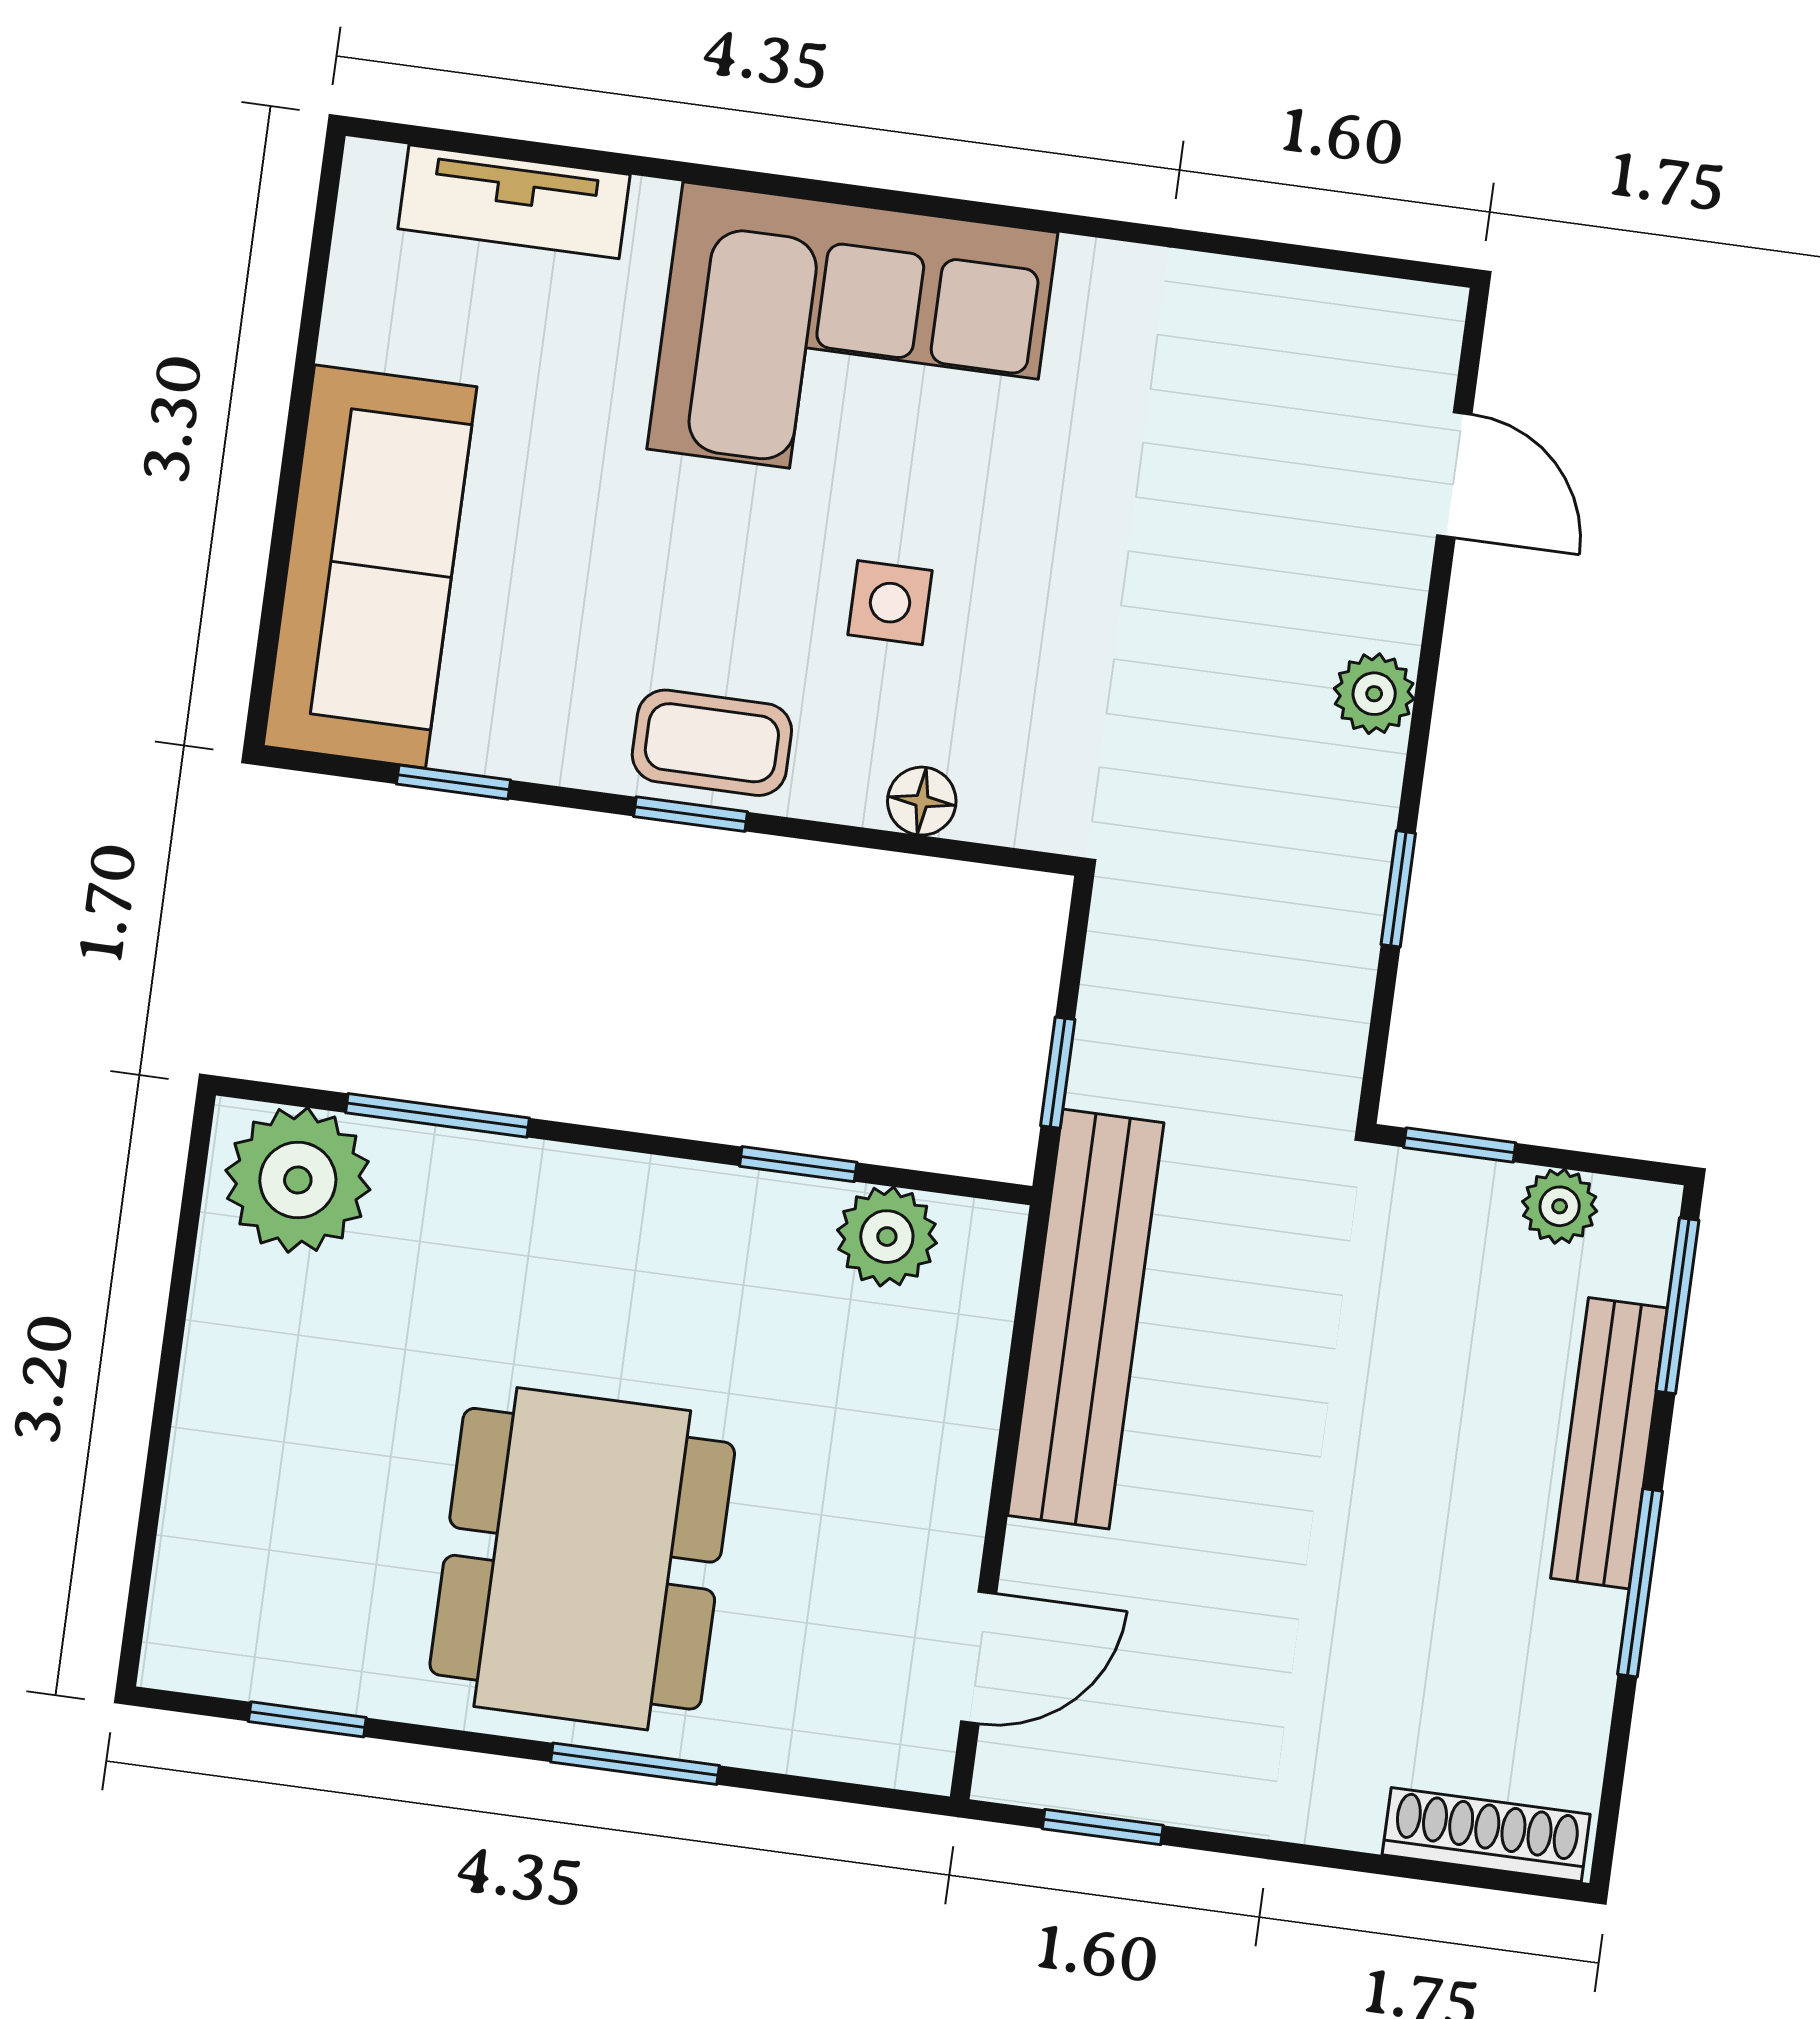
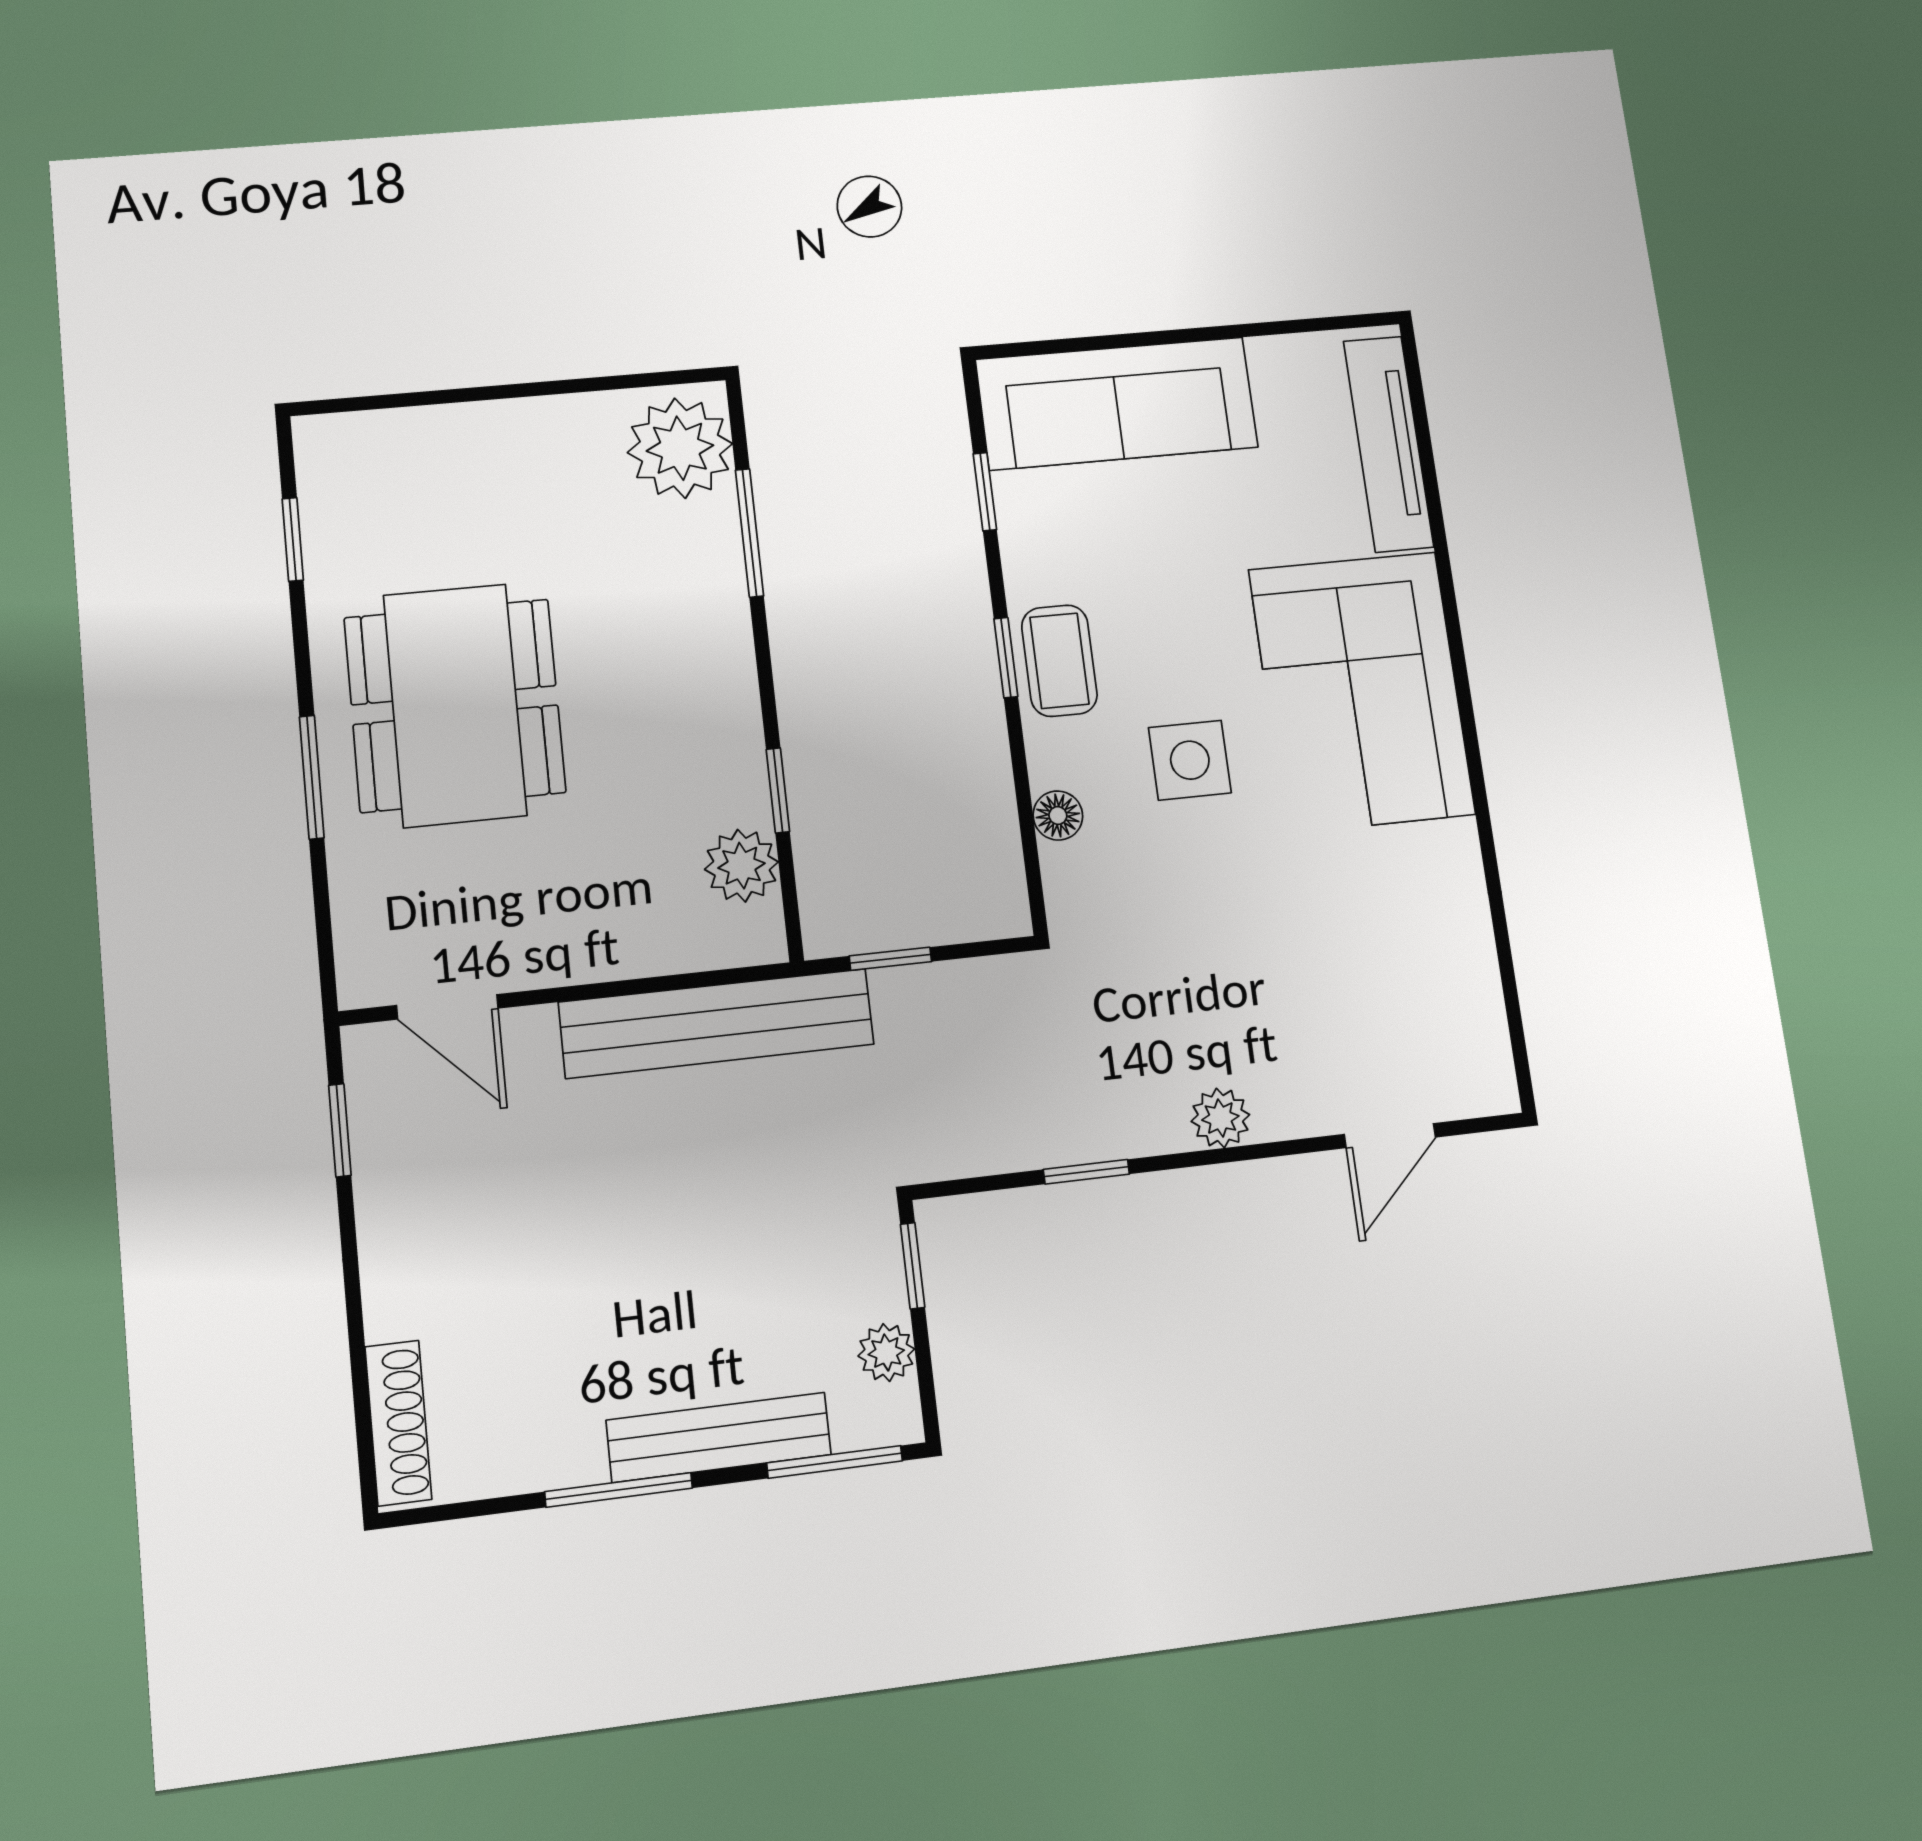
tv unit: (514, 202) -> (1388, 444), width x1.41
side table: (890, 603) -> (1190, 760), width x1.37, depth x1.37
dining table: (582, 1559) -> (455, 705), turned 90

